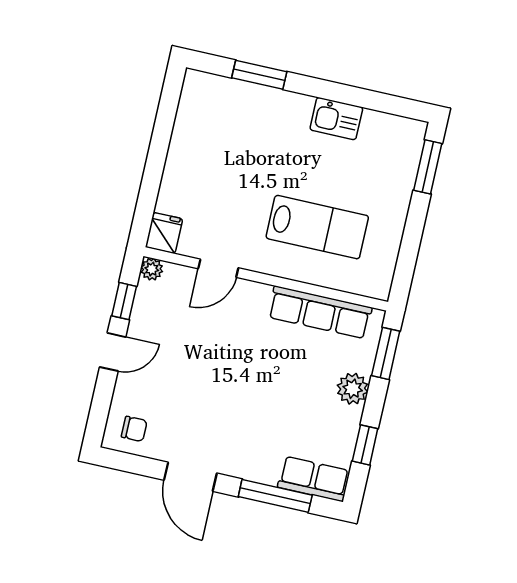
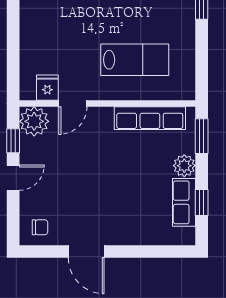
fridge: (164, 233) -> (47, 88), moved
plant: (152, 269) -> (34, 121), width x1.88, depth x1.88
row of seats: (314, 479) -> (184, 202), moved, turned -90
window: (275, 496) -> (148, 252), removed

